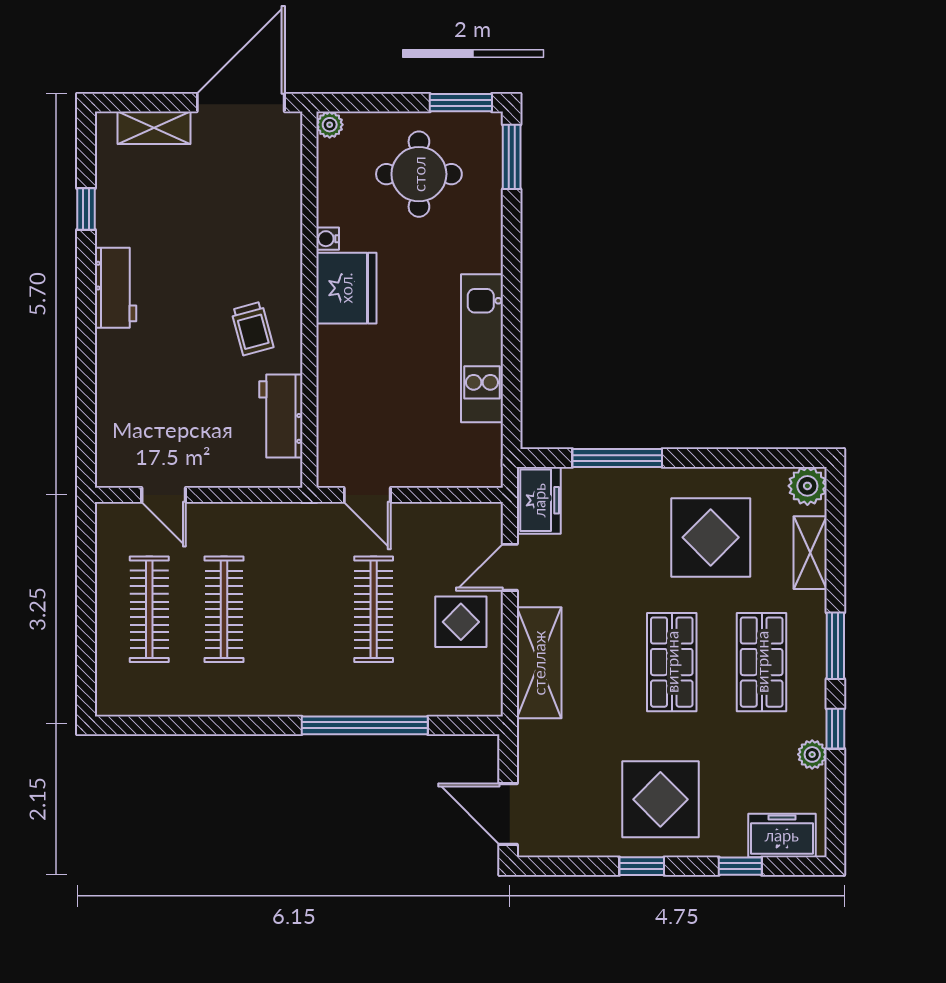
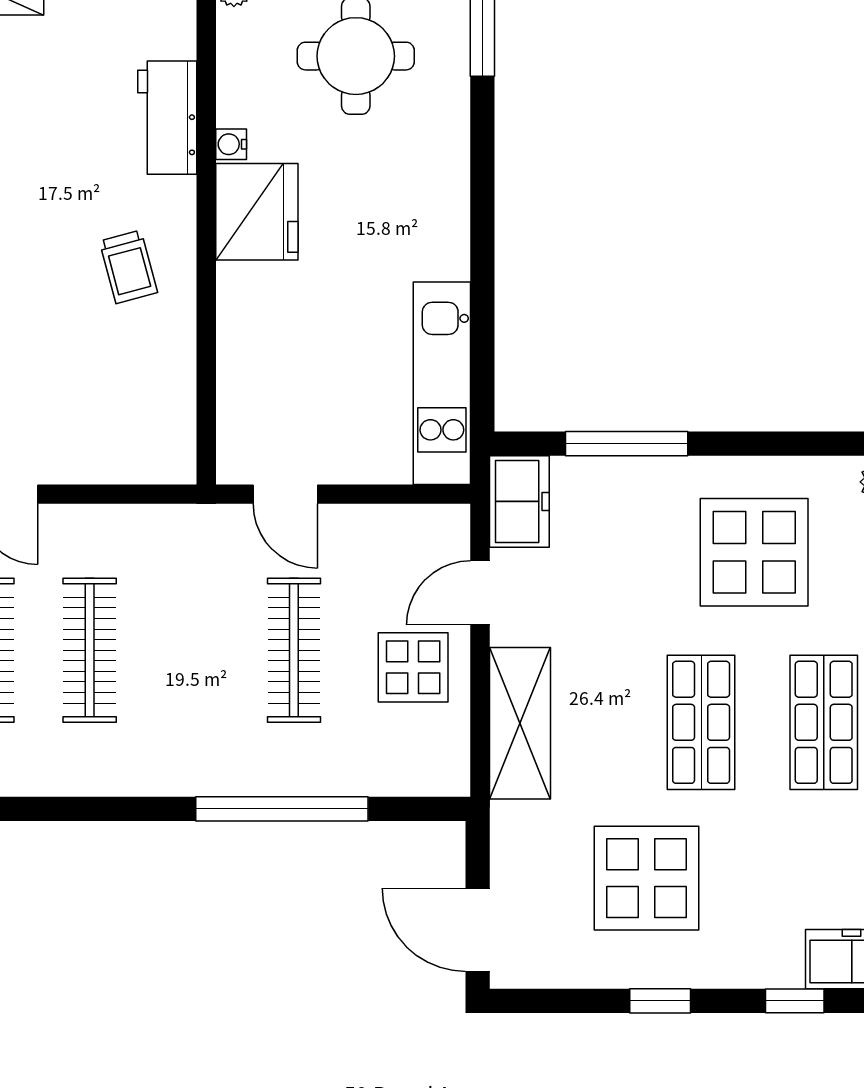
kitchen unit: (482, 348) -> (442, 383), moved
workbench: (281, 416) -> (167, 118), moved
display table: (660, 799) -> (646, 878), moved

